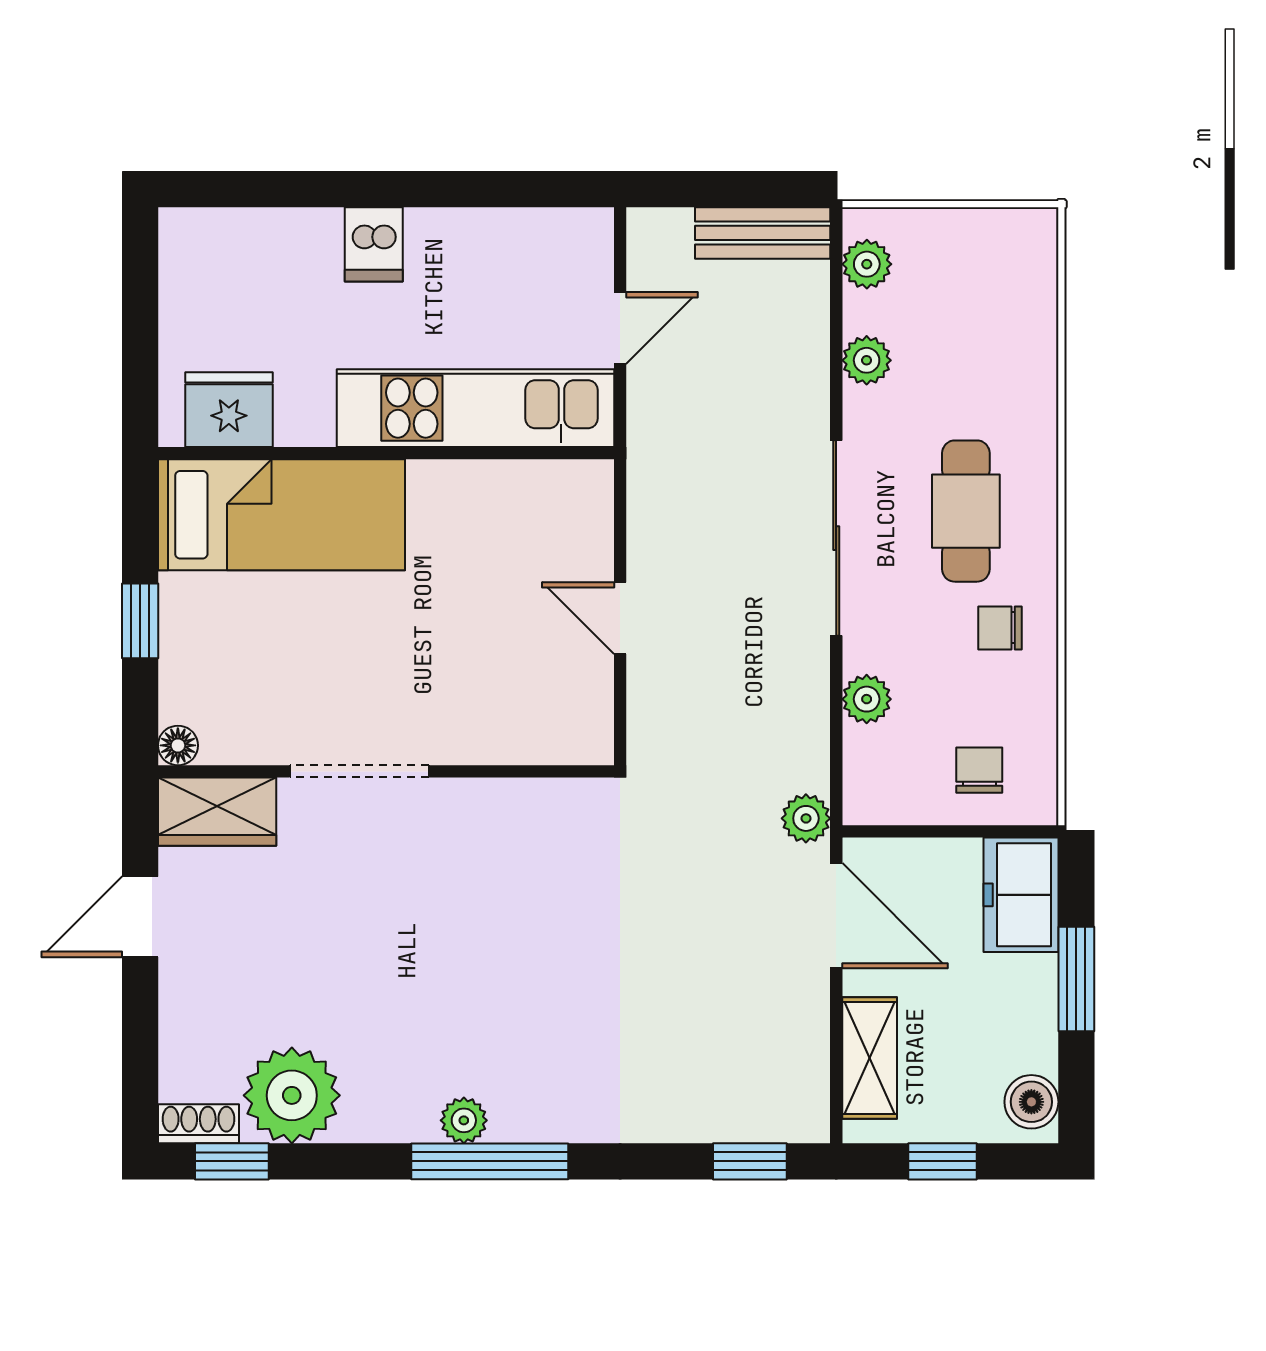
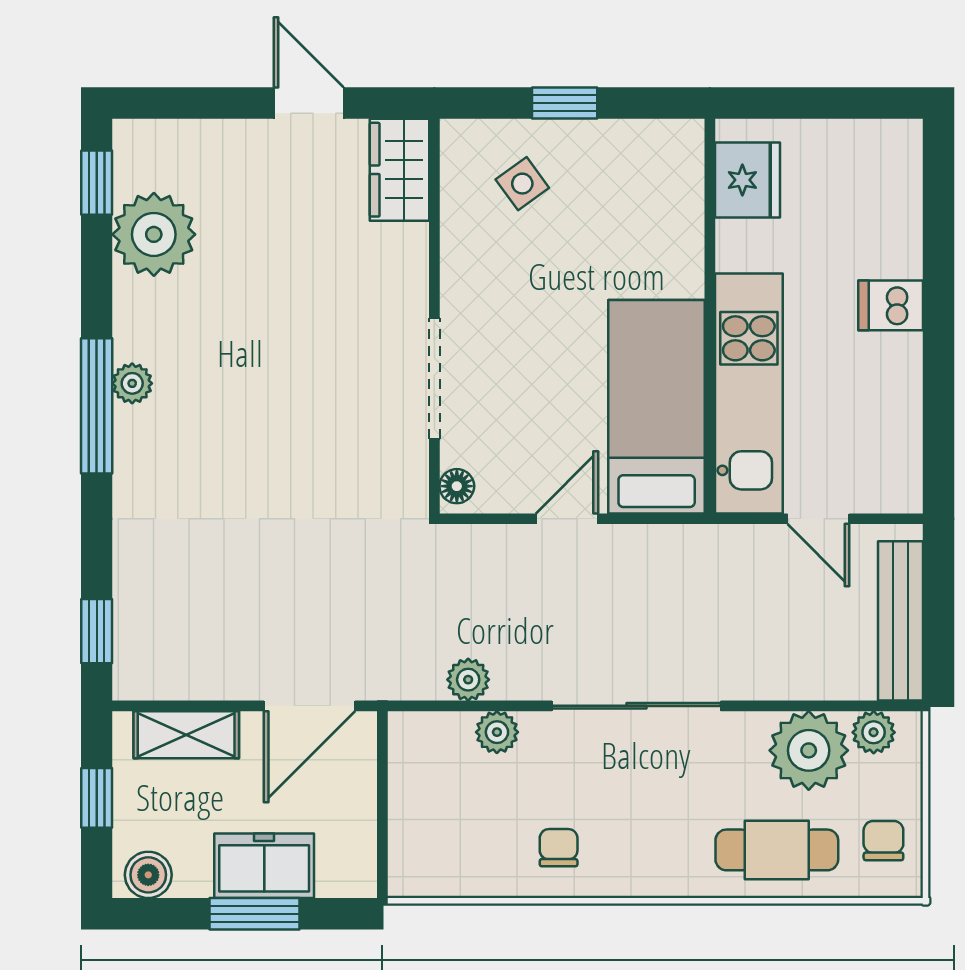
bench: (763, 233) -> (901, 621), width x1.36
plant: (867, 360) -> (809, 750), width x1.87, depth x1.87
cafe table: (966, 511) -> (777, 850), moved
bed: (281, 515) -> (657, 407), moved, turned 180
side table: (233, 670) -> (522, 184), added
floor lamp: (178, 745) -> (457, 486), moved
chair: (979, 770) -> (883, 841), moved, turned -90
doorway: (359, 771) -> (434, 379), moved
plant: (806, 818) -> (468, 680), moved
freezer: (1021, 895) -> (264, 866), moved
shoe rack: (198, 1124) -> (129, 154), removed

